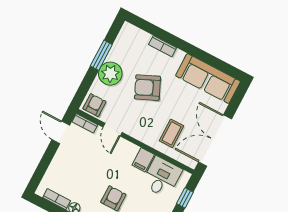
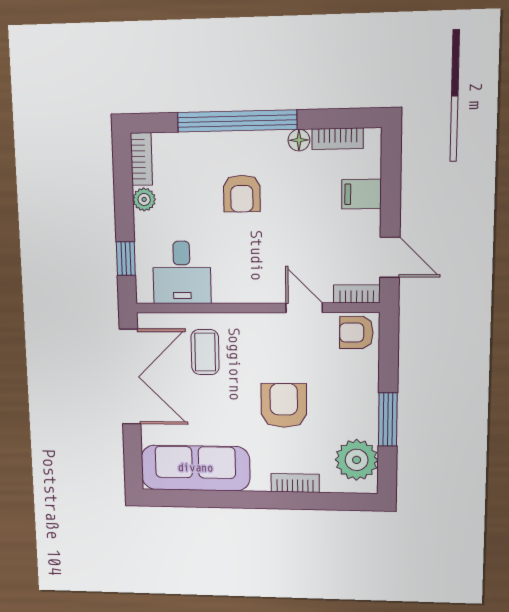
plant: (110, 74) -> (357, 460), moved
armchair: (147, 88) -> (284, 405), turned -66
armchair: (94, 105) -> (356, 332), turned 90
filing cabinet: (143, 160) -> (361, 194), moved, turned -90

